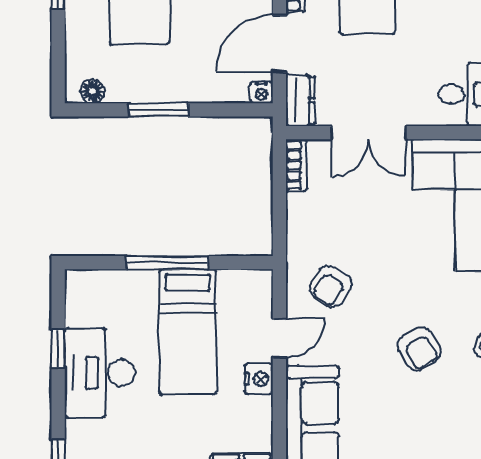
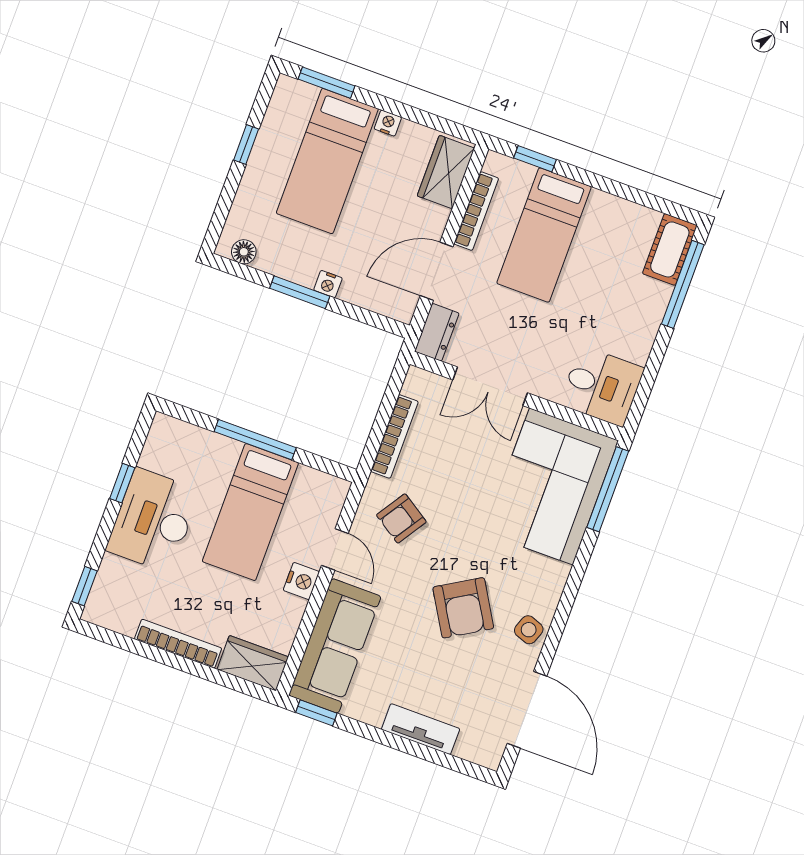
nightstand: (261, 93) -> (328, 284), moved
bookcase: (296, 165) -> (394, 436), moved, width x1.56
door: (279, 338) -> (335, 549), hinge flipped
armchair: (419, 349) -> (463, 608), width x1.38, depth x1.38

